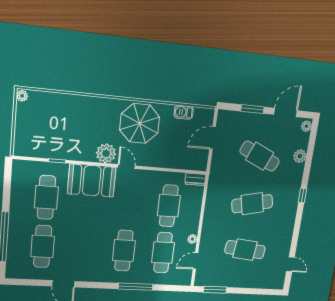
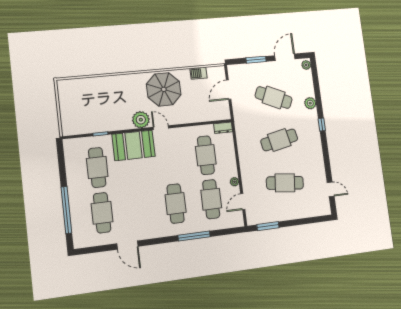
plant: (22, 96) -> (61, 85), removed
plant: (300, 156) -> (310, 103), moved

